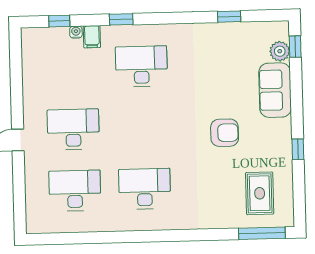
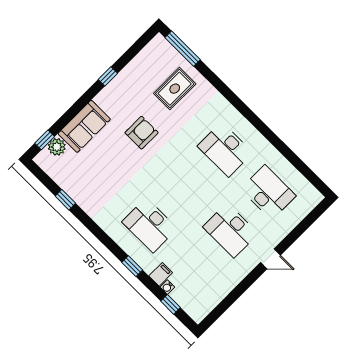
armchair: (225, 133) -> (142, 133), turned 90
desk: (75, 191) -> (268, 192), turned 180
rug: (260, 193) -> (175, 89), moved

